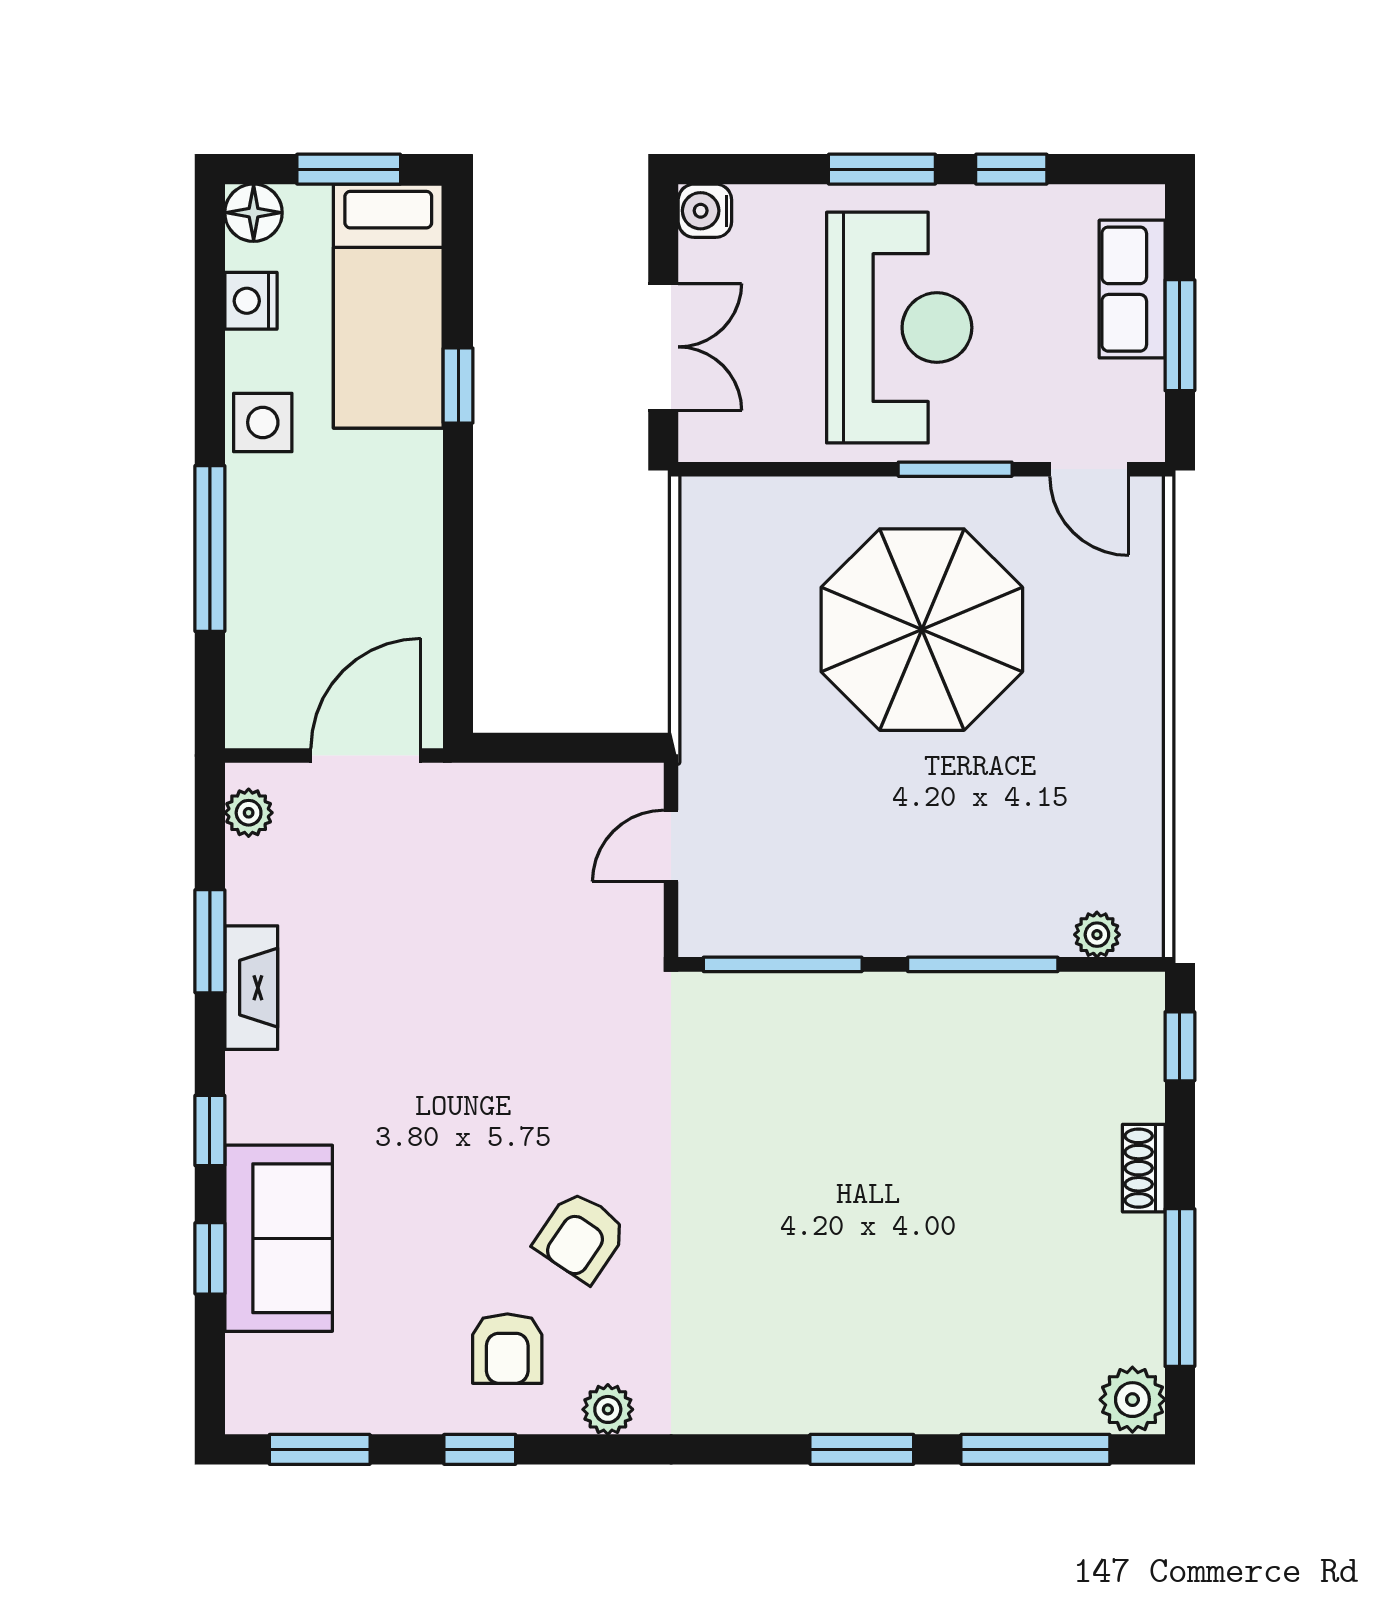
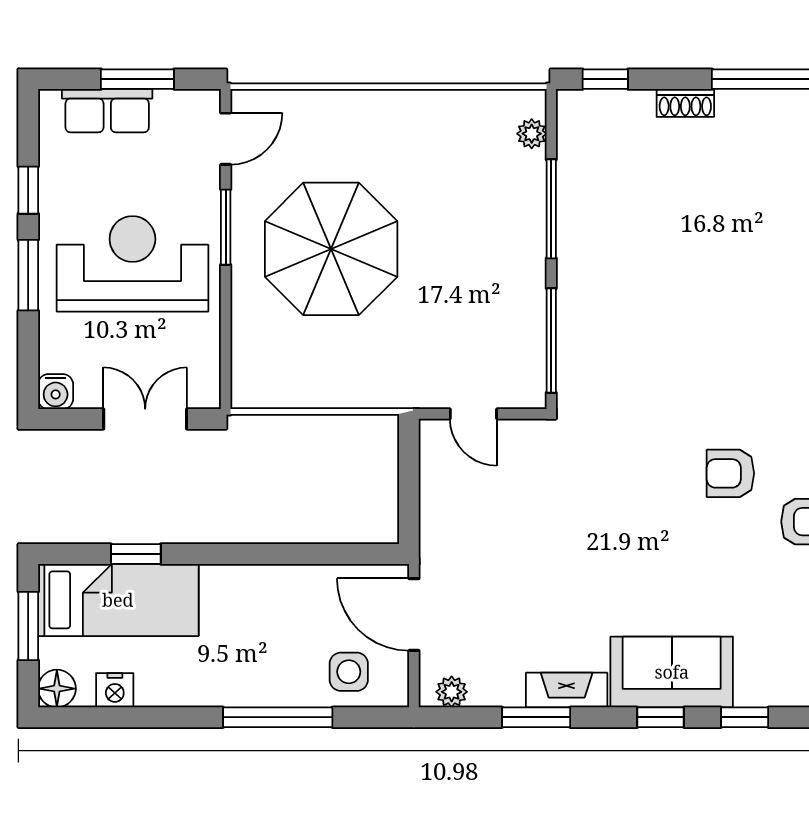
window: (458, 386) -> (136, 554), moved
side table: (263, 422) -> (349, 672), moved
armchair: (581, 1237) -> (730, 473), turned 146
sofa: (279, 1238) -> (672, 672), moved

